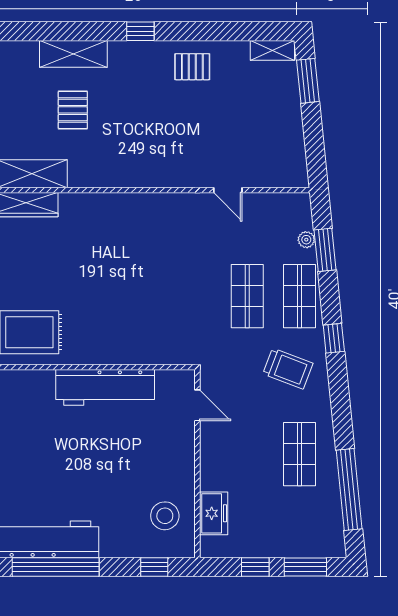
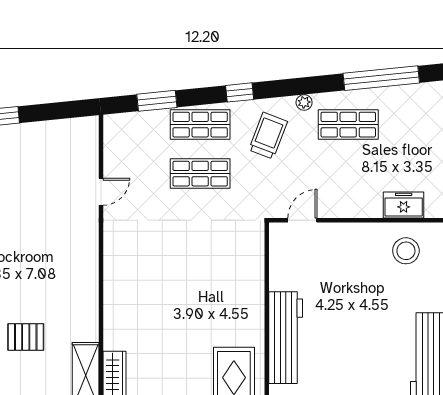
plant: (306, 240) -> (304, 102), moved
workbench: (105, 387) -> (286, 338), moved

